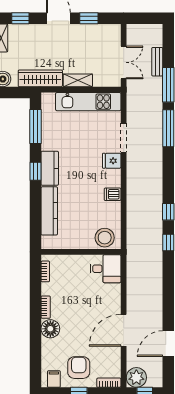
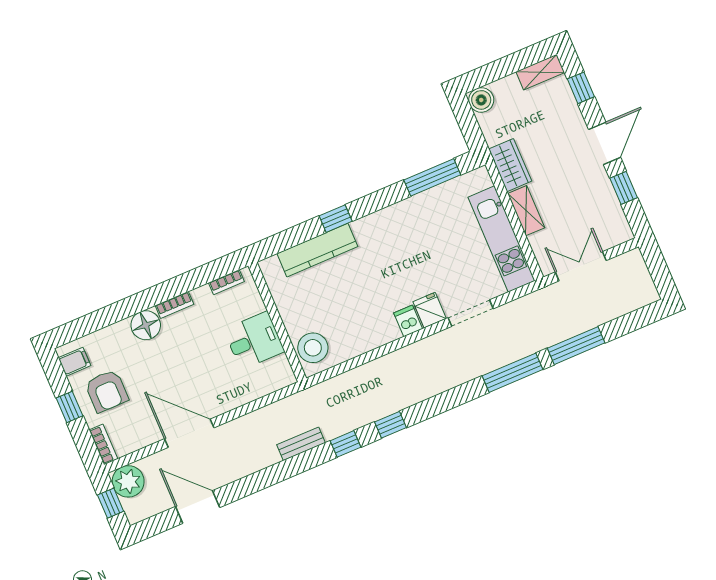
double door: (124, 62) -> (581, 266), swing flipped
bench: (157, 62) -> (301, 444), moved
wardrobe: (40, 78) -> (510, 165), width x0.67
kitchen counter: (50, 168) -> (380, 224), removed
window: (36, 171) -> (336, 219), moved
dishwasher: (113, 194) -> (408, 321), moved
desk: (106, 269) -> (254, 341), moved, turned -90
armchair: (79, 368) -> (107, 391), turned 90

